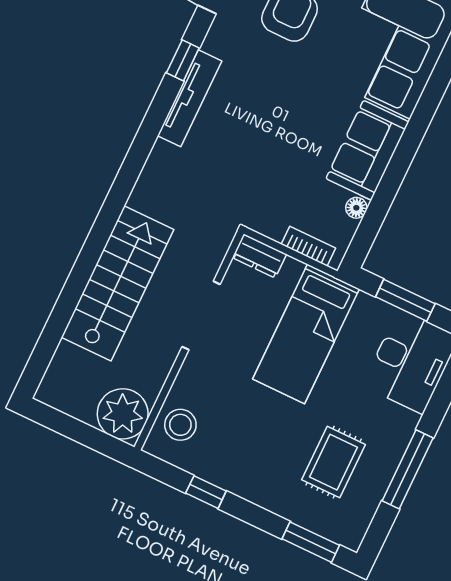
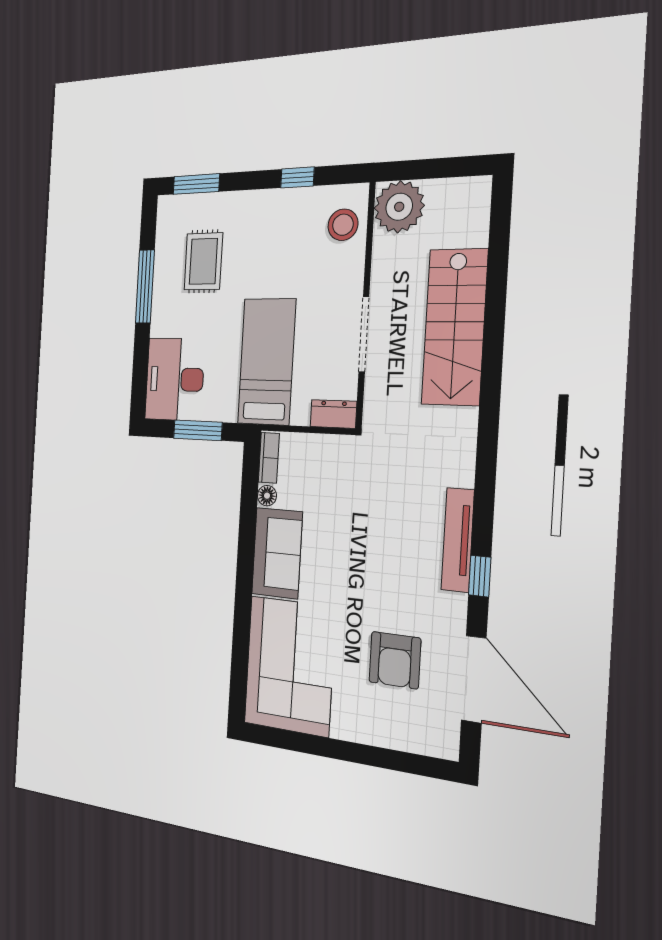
bookcase: (308, 246) -> (269, 458), moved, turned -90

